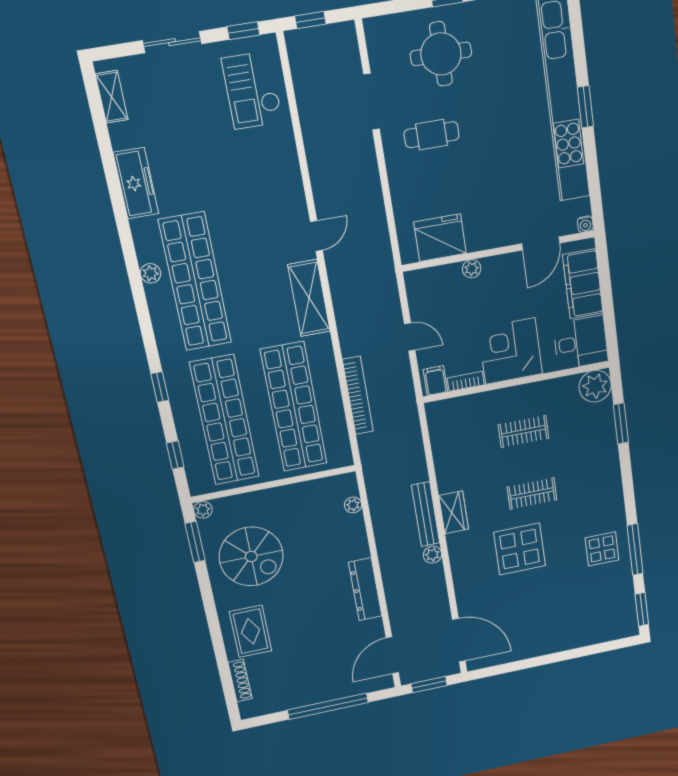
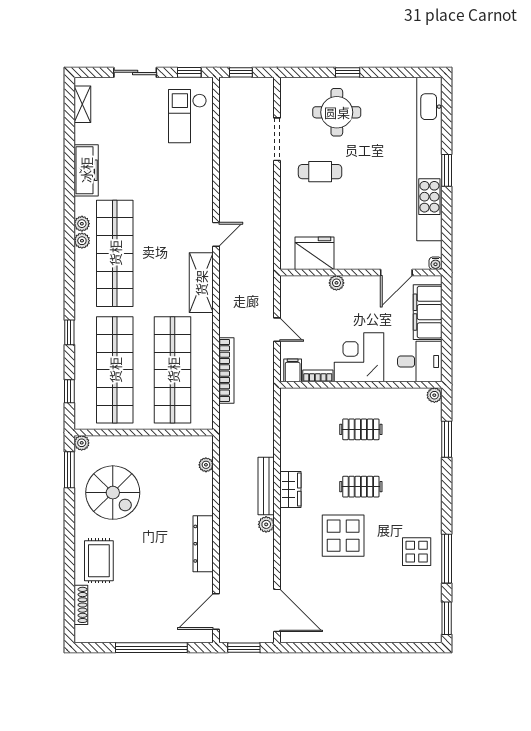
plant: (146, 252) -> (82, 224), added
plant: (595, 386) -> (434, 395), width x0.53, depth x0.53

